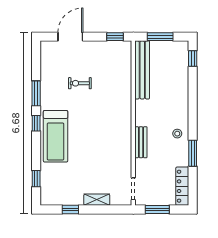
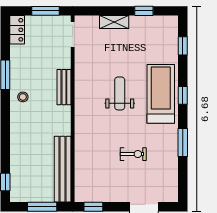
window: (36, 123) -> (183, 95), moved
weight bench: (92, 137) -> (120, 93), added
locker: (182, 186) -> (17, 30), width x0.66

